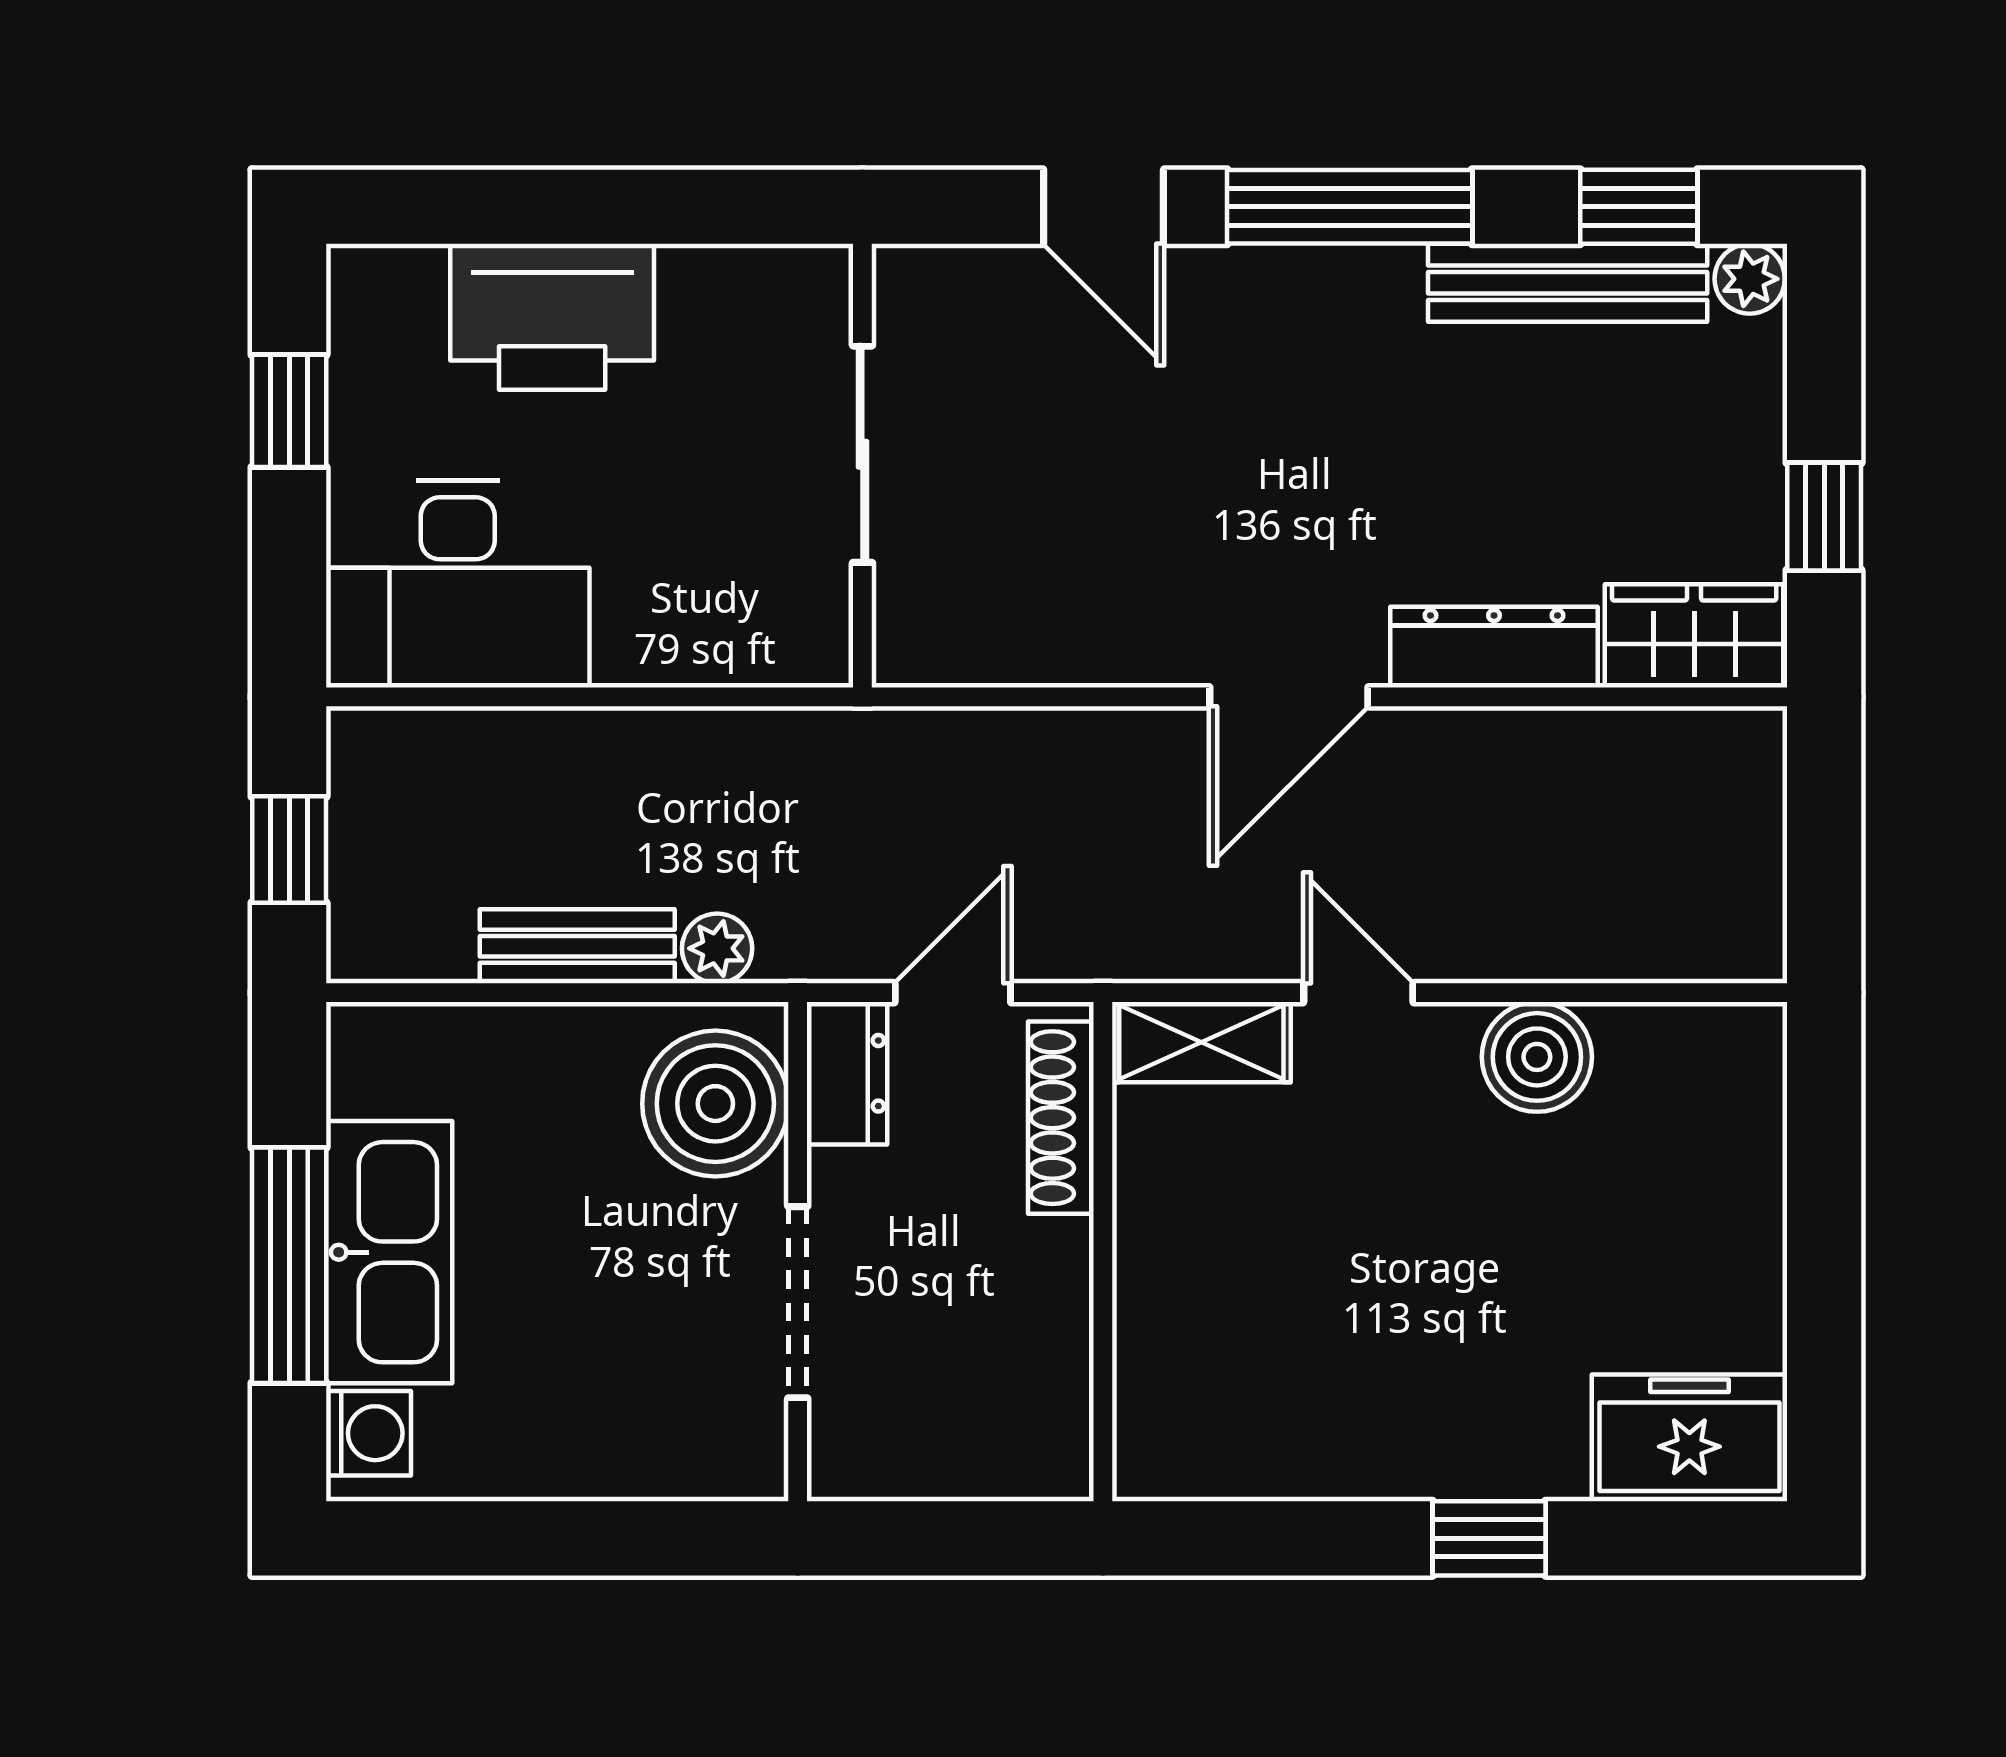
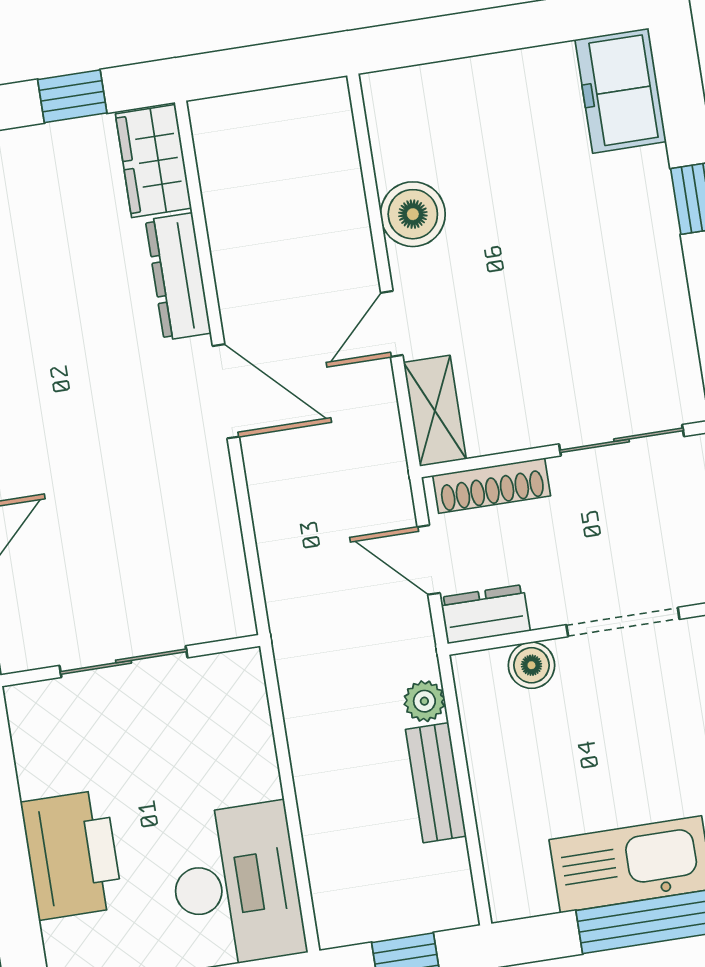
boiler: (715, 1104) -> (531, 665), width x0.54, depth x0.54
sliding door: (1103, 1348) -> (622, 440), added

